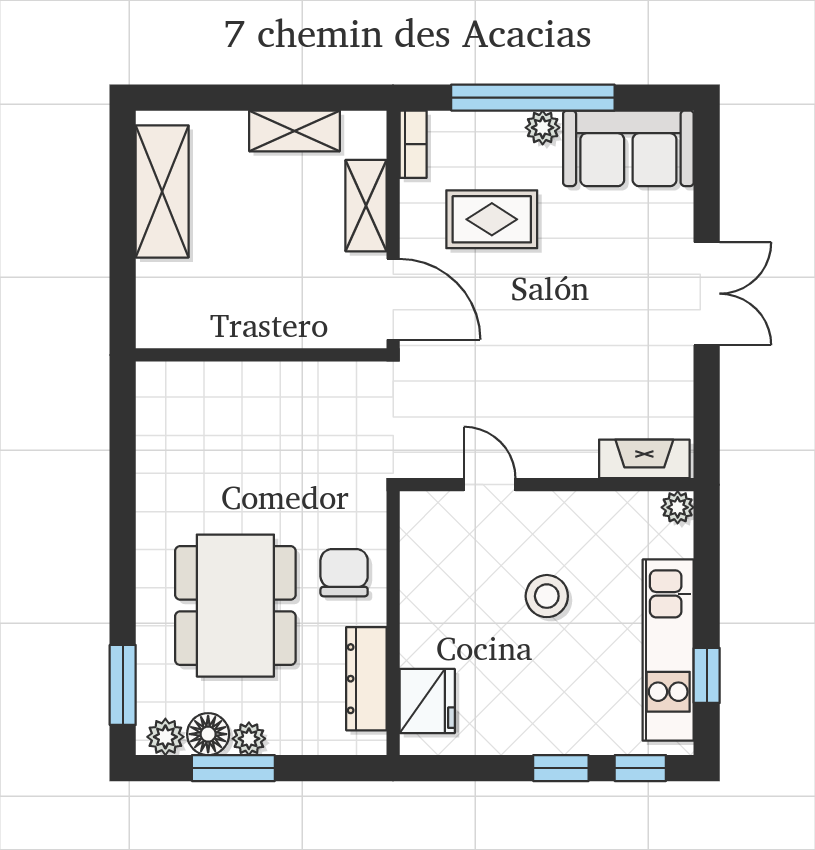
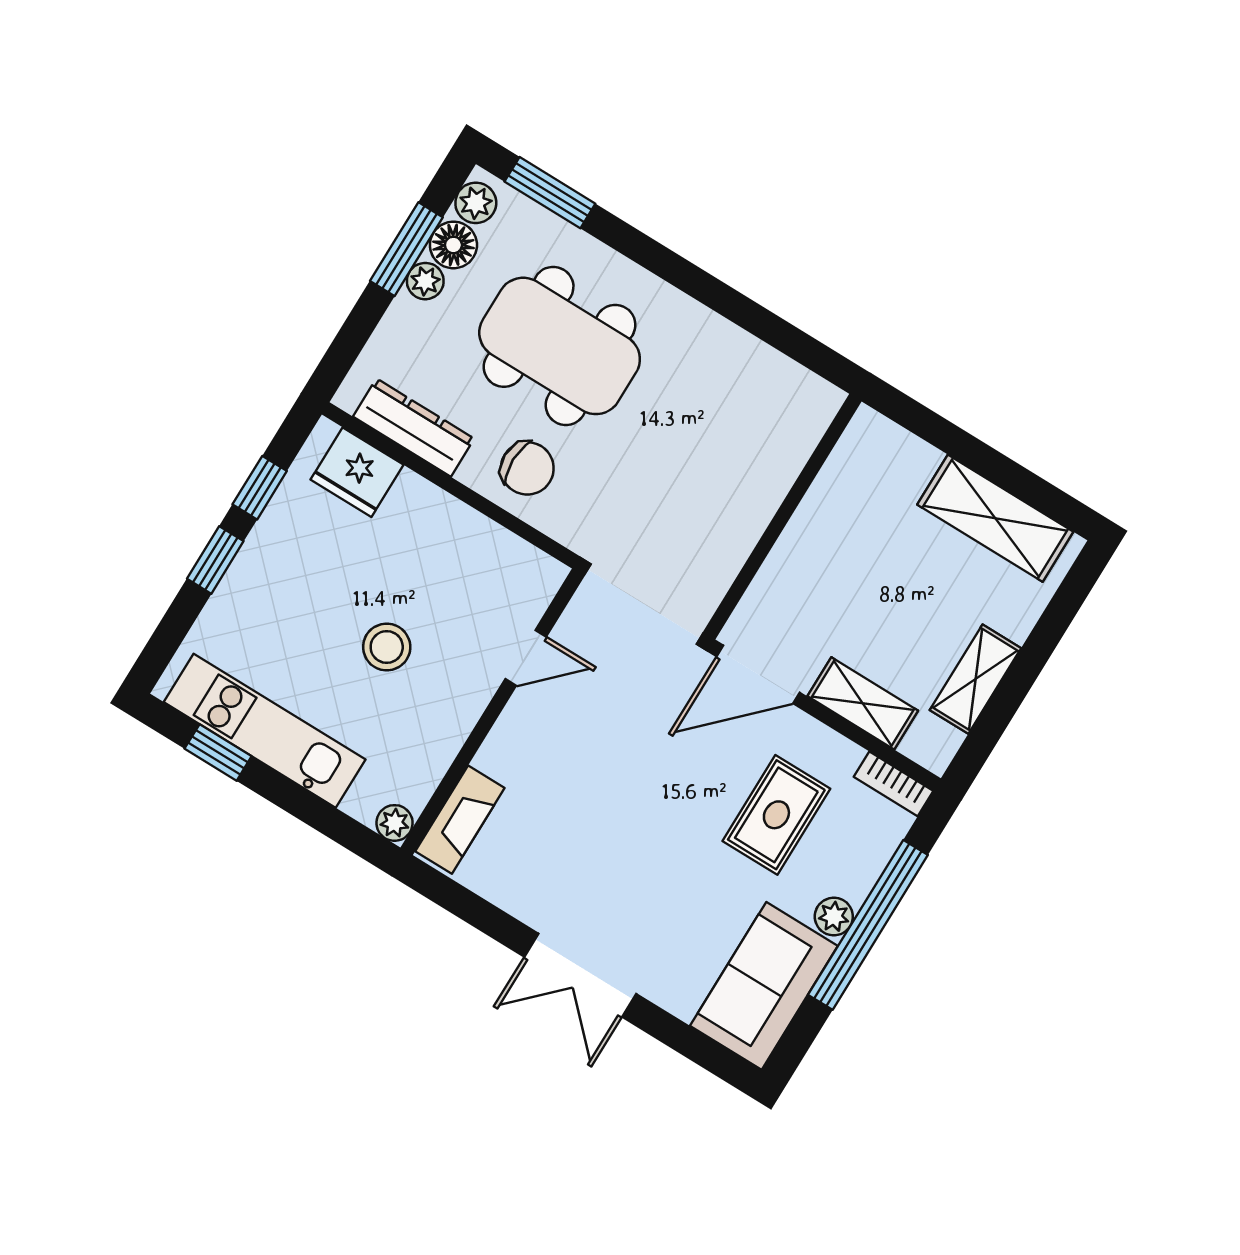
window: (640, 768) -> (260, 488), moved

